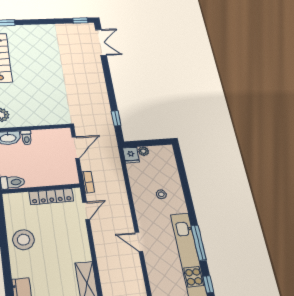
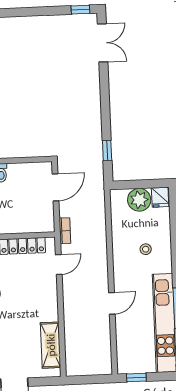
plant: (144, 151) -> (139, 200), width x1.88, depth x1.88
fridge: (131, 155) -> (160, 197), moved
door: (139, 242) -> (112, 303), swing flipped

